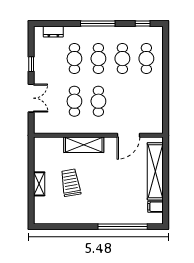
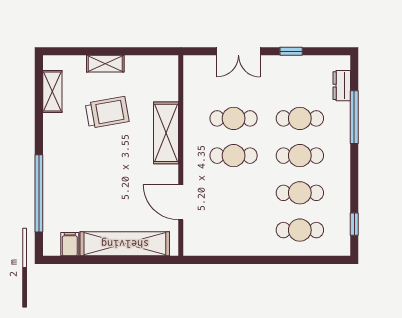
window: (98, 23) -> (354, 117), moved
shelving: (57, 218) -> (52, 92), added

